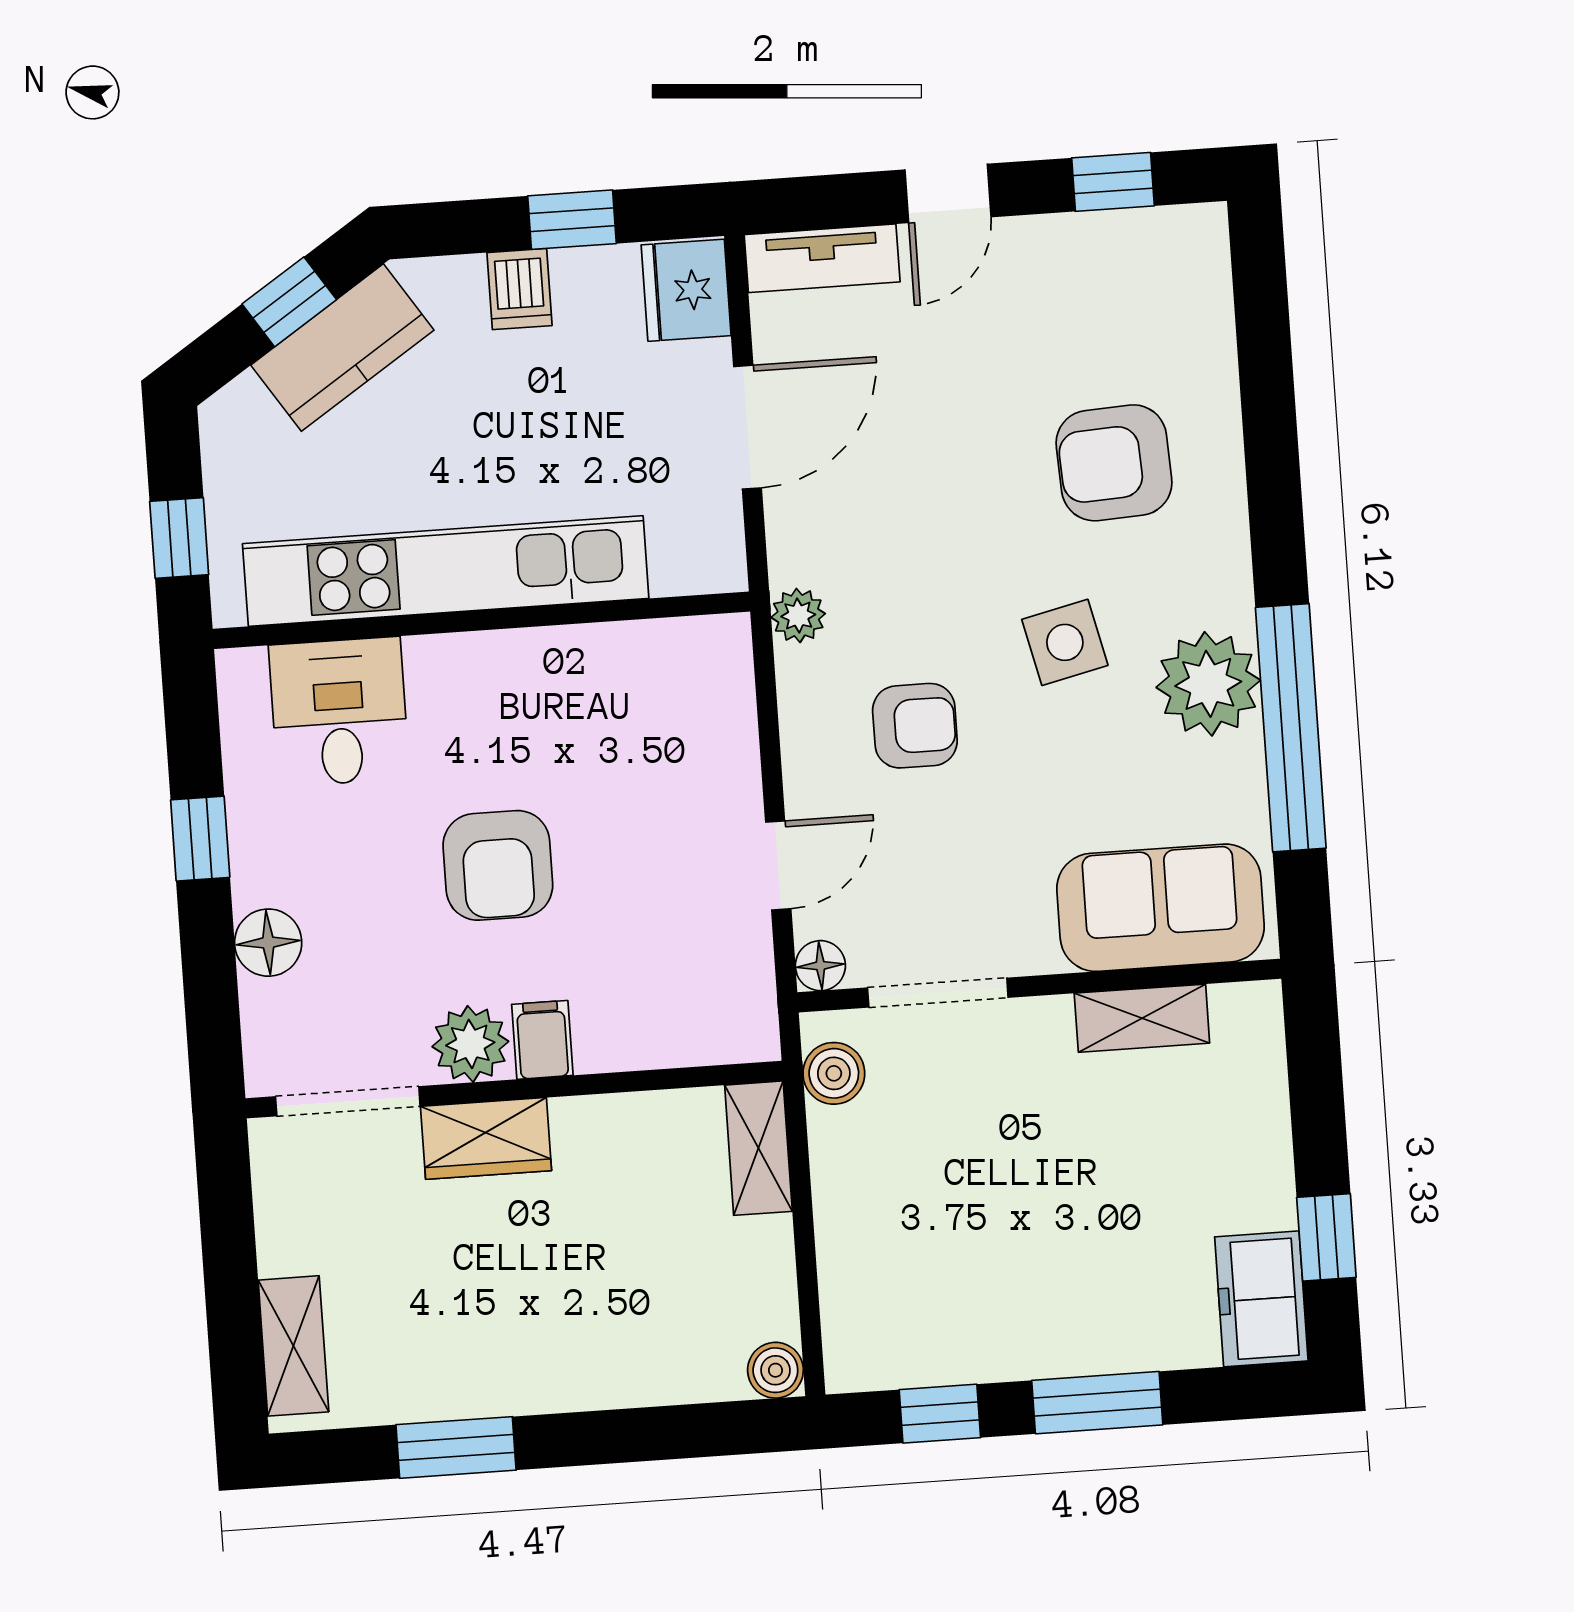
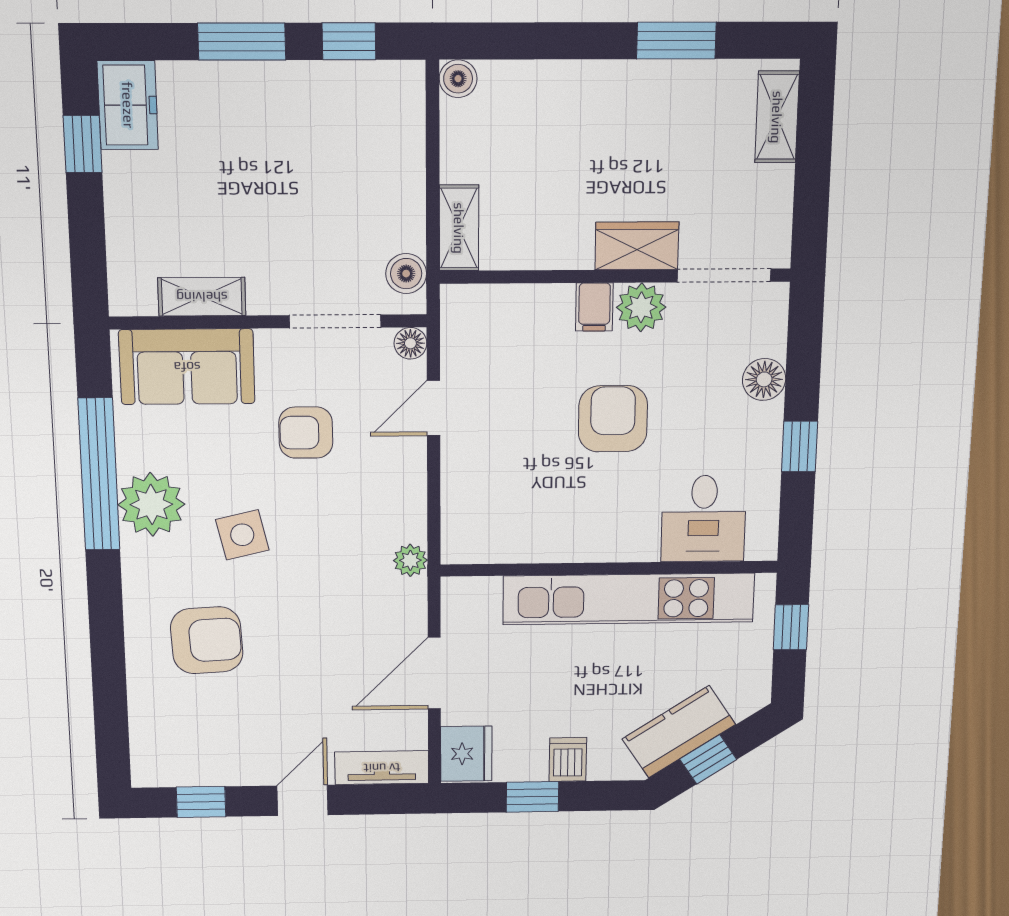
armchair: (915, 726) -> (306, 433), moved

